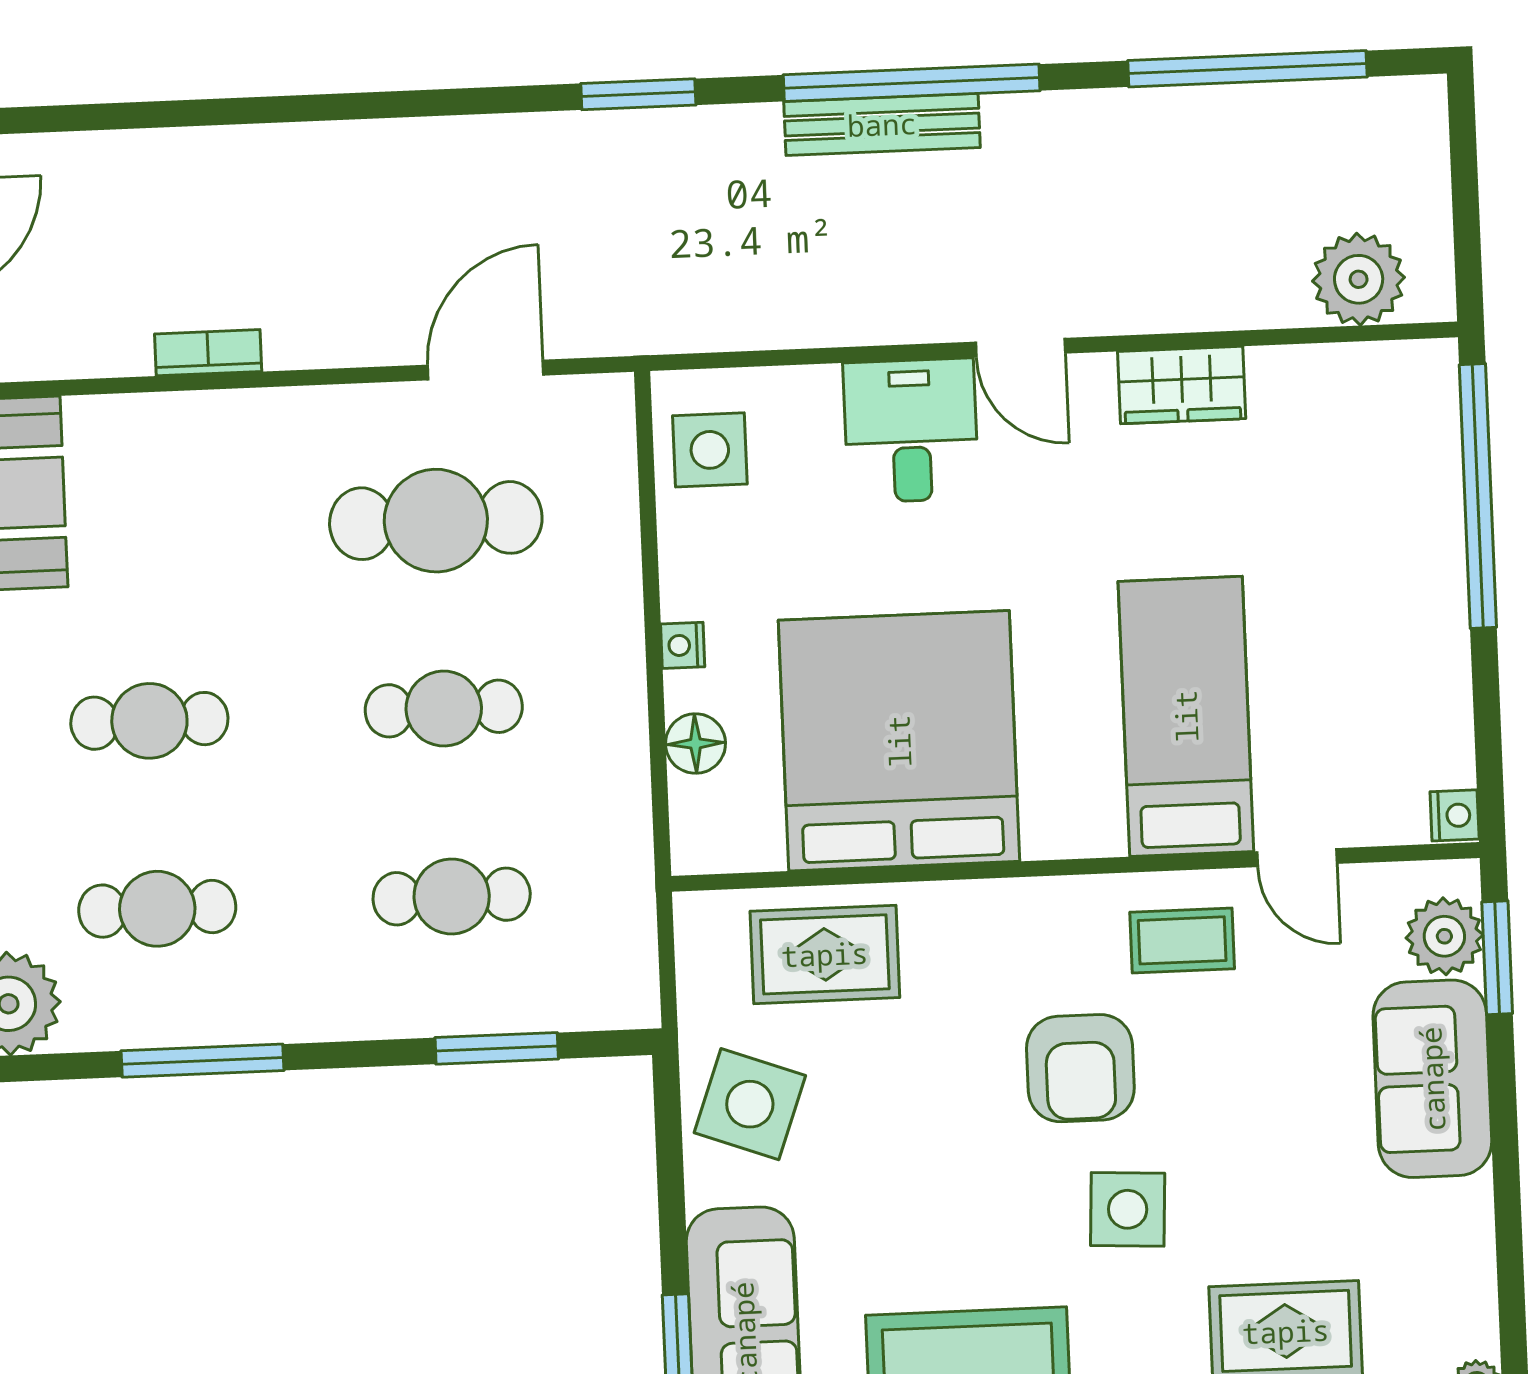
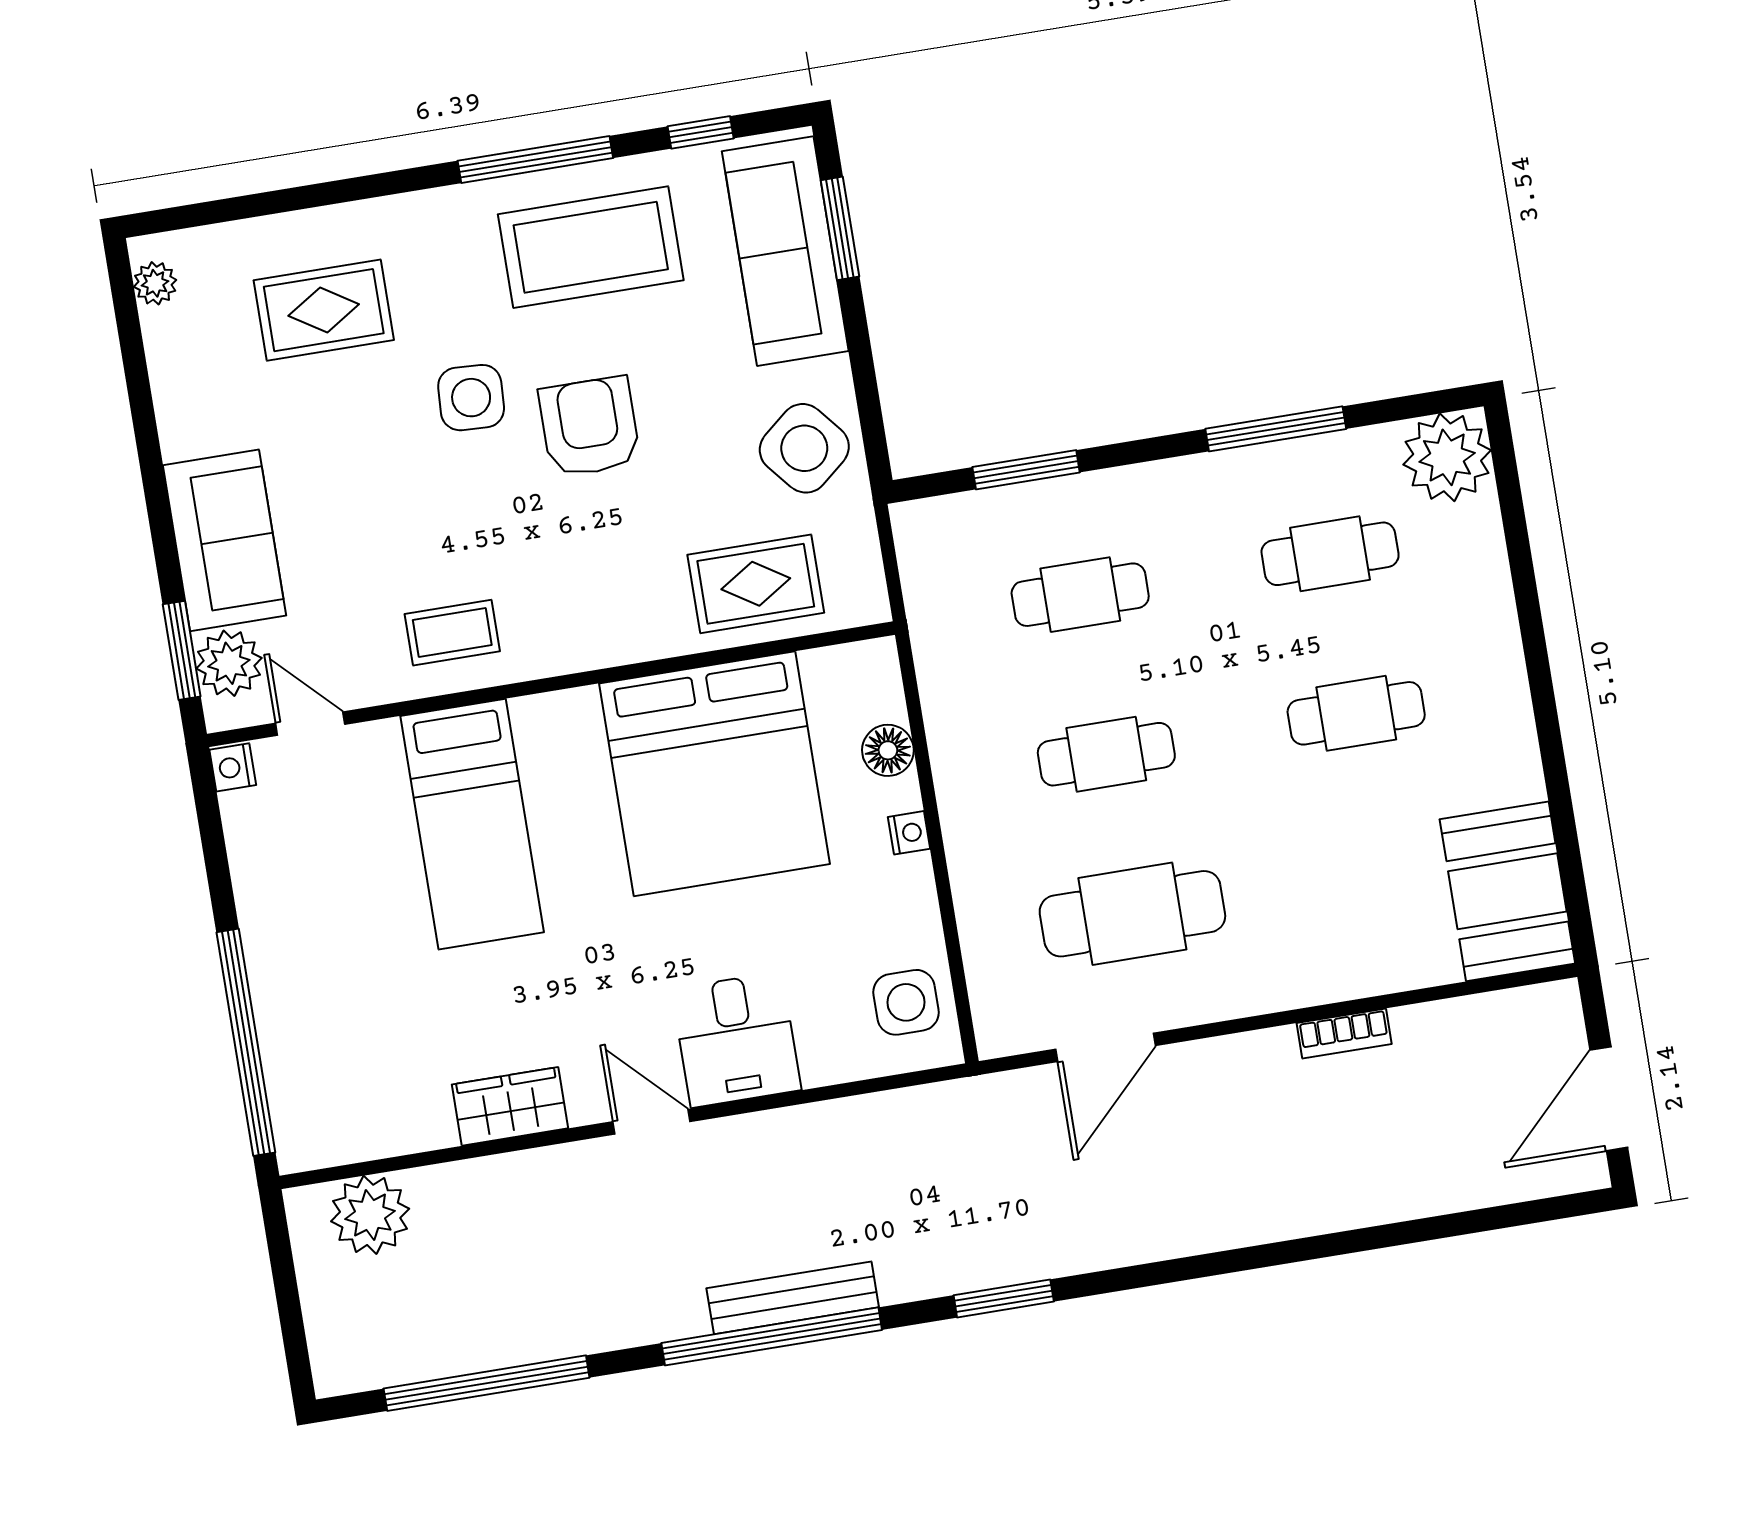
door: (1297, 858) -> (310, 724), moved
armchair: (1080, 1068) -> (589, 427), moved
side table: (750, 1104) -> (804, 448), turned 30

